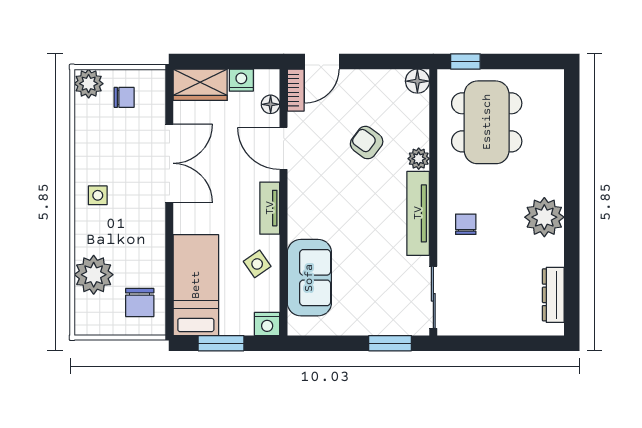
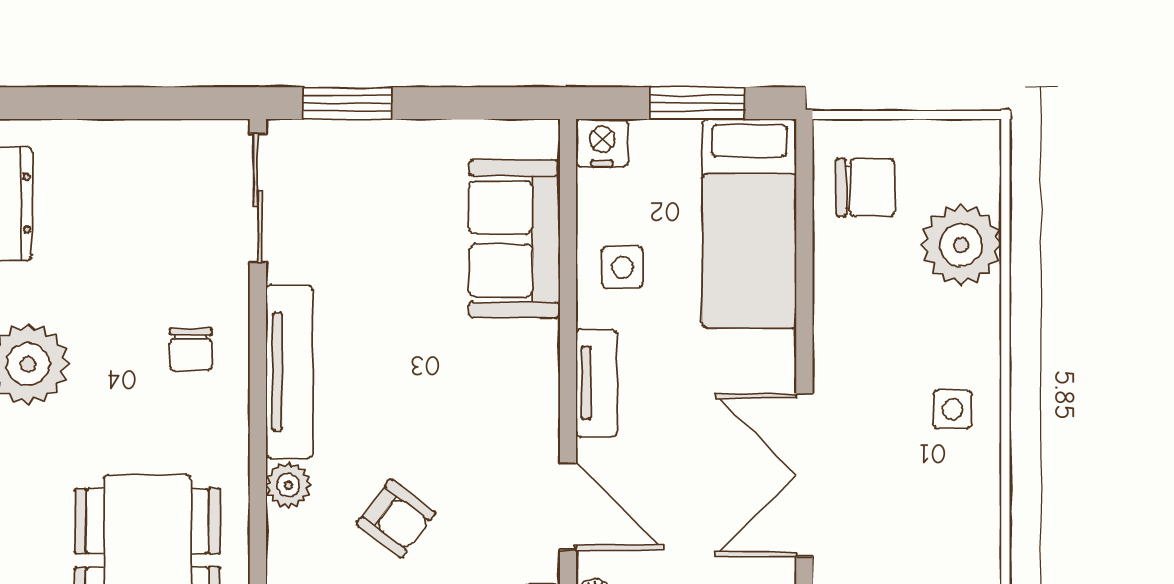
side table: (257, 264) -> (623, 267), turned 35
chair: (140, 302) -> (866, 187), turned 90

